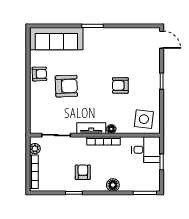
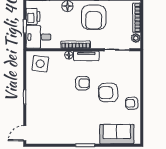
sofa: (56, 39) -> (117, 134), width x0.73
door: (162, 40) -> (25, 133), hinge flipped
armchair: (120, 85) -> (82, 83), moved
armchair: (83, 172) -> (94, 17), width x1.88, depth x1.88
printer: (152, 173) -> (33, 16), added

